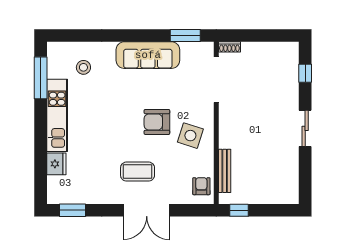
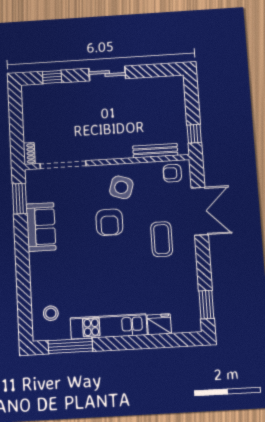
sofa: (148, 55) -> (41, 227), width x0.73
stool: (83, 67) -> (51, 313), moved
double door: (147, 210) -> (200, 211), moved

